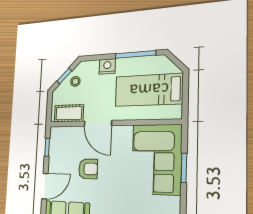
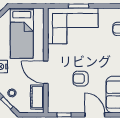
door: (98, 123) -> (46, 72), swing flipped
armchair: (88, 169) -> (81, 79), turned -90

